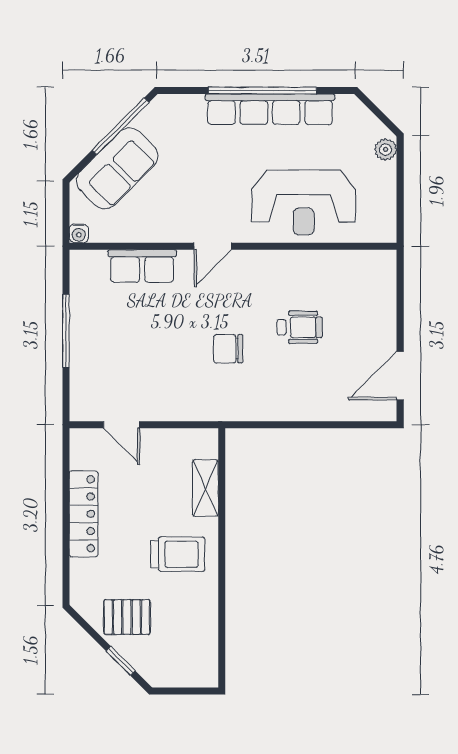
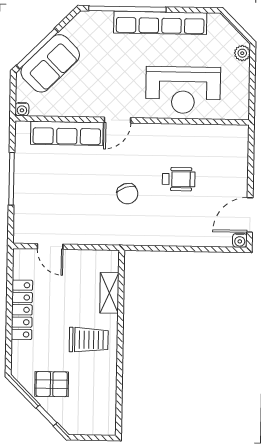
window: (262, 90) -> (127, 9), moved
window: (121, 126) -> (37, 49), moved
row of seats: (142, 266) -> (67, 133), width x1.48
chair: (228, 349) -> (127, 194), turned -109
water cooler: (387, 411) -> (240, 240), added

